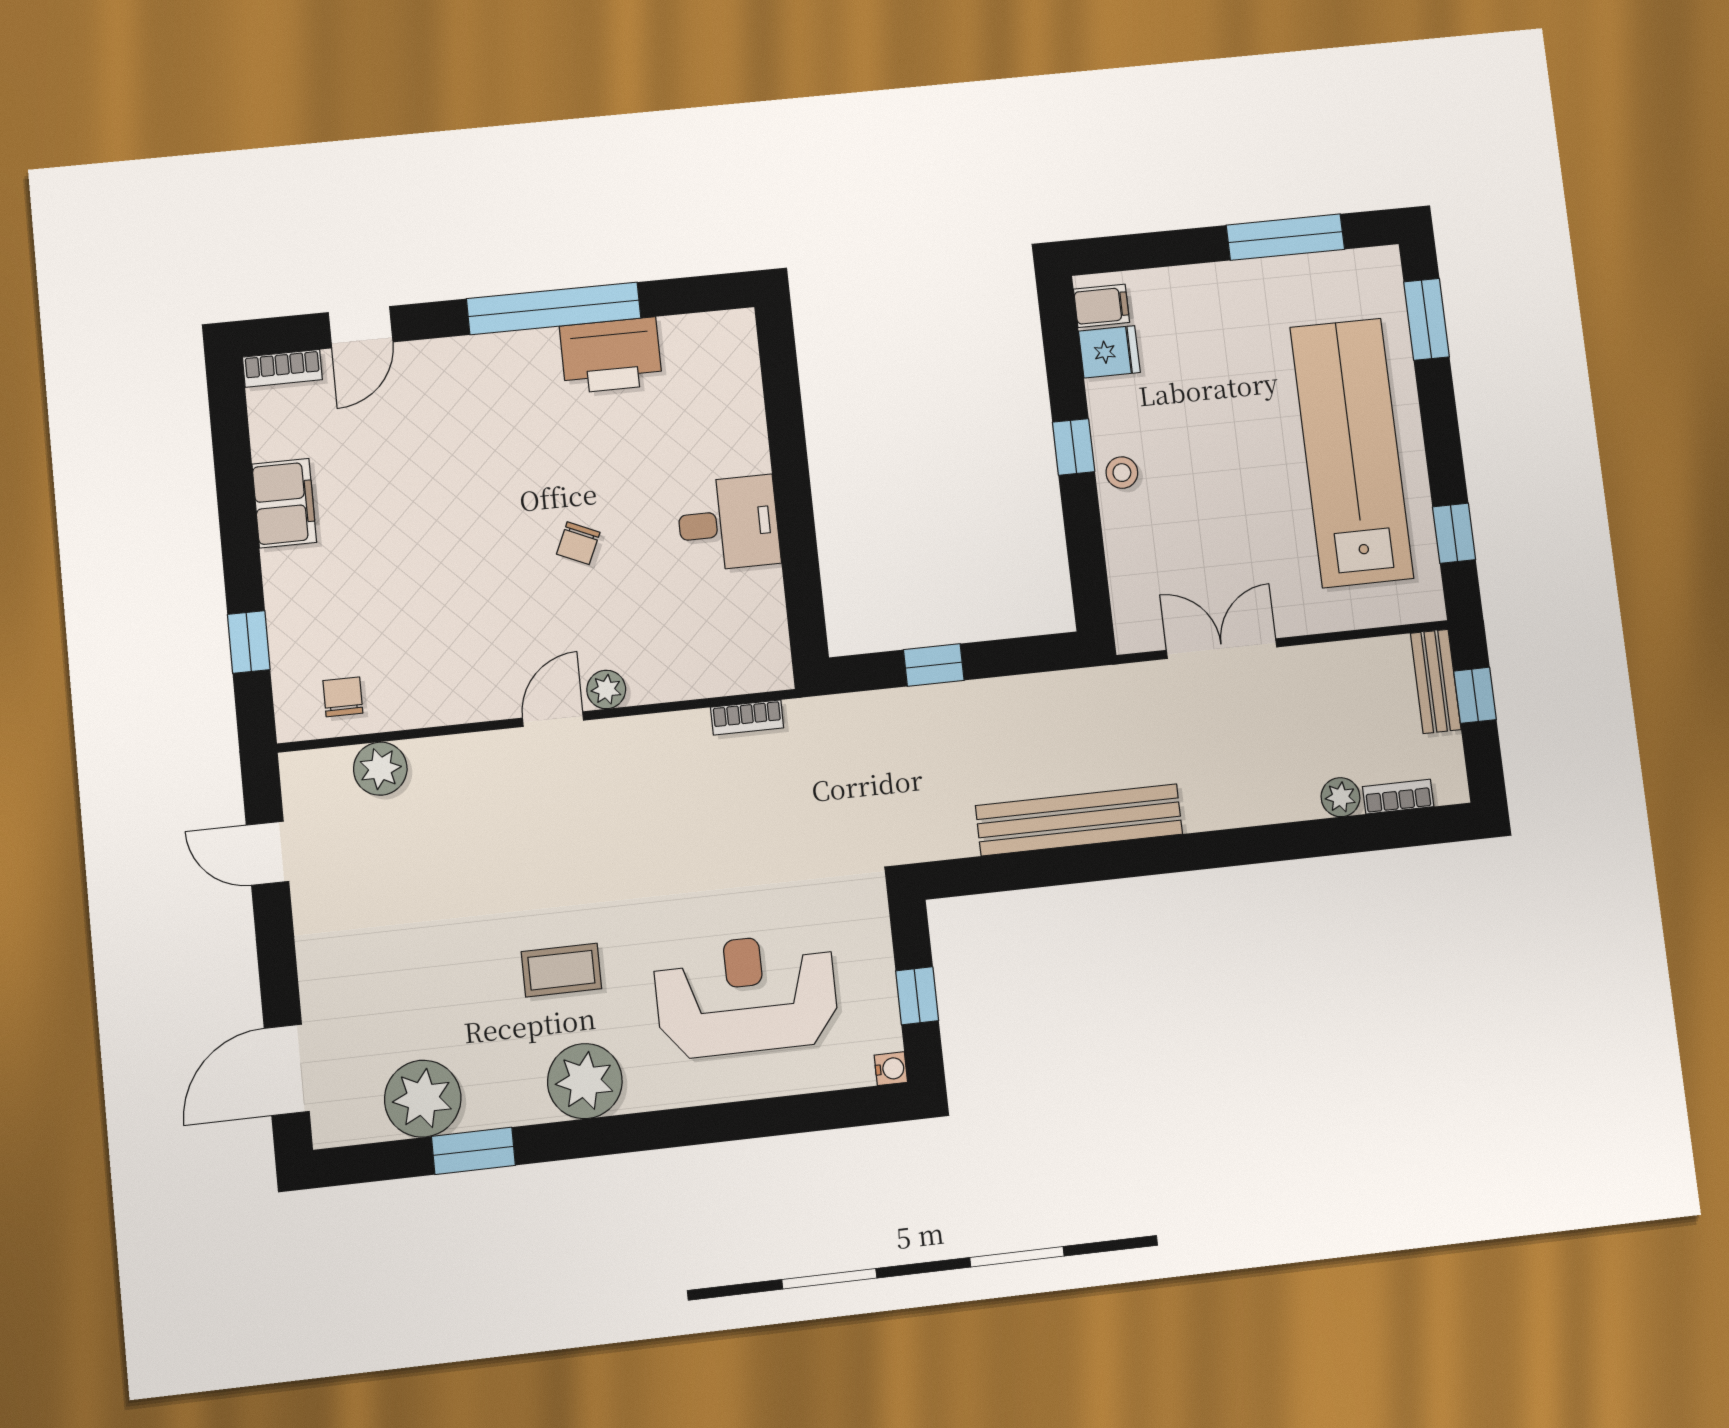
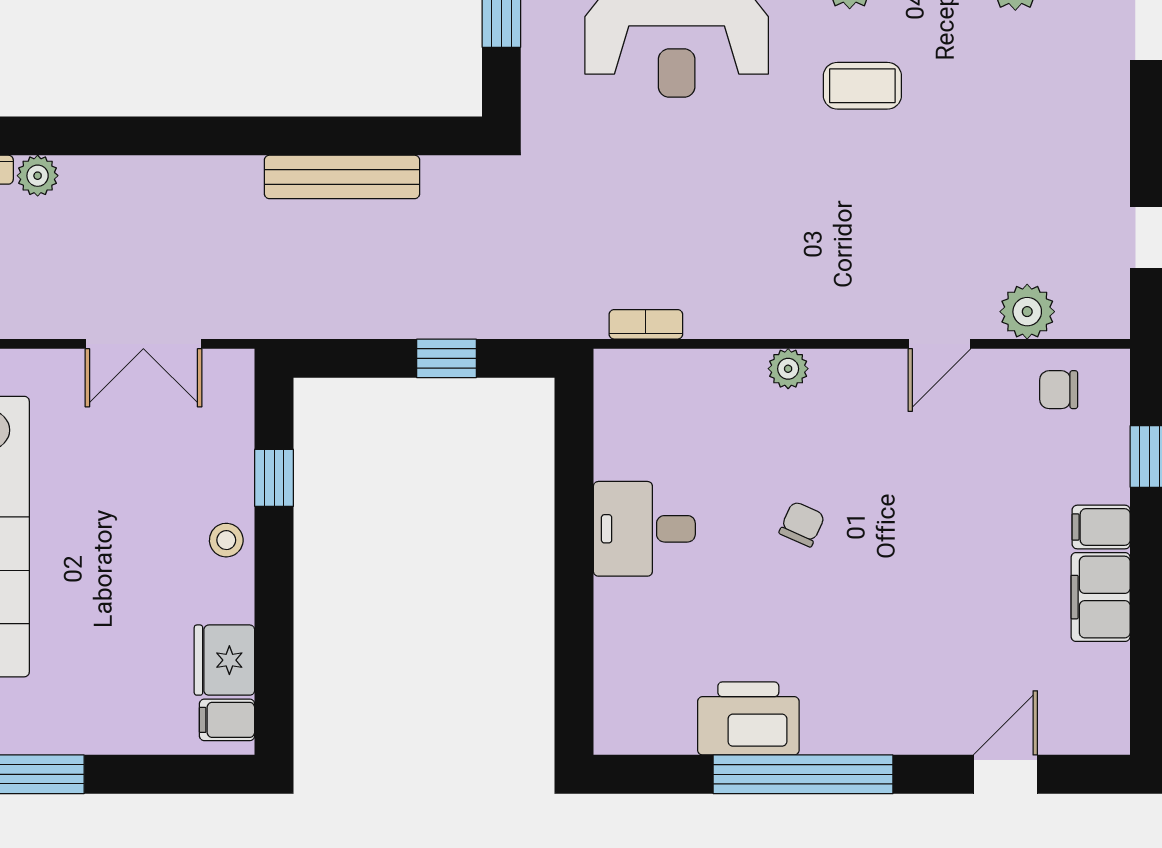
fridge: (1109, 352) -> (224, 660), width x1.38
bookcase: (282, 368) -> (1090, 739), removed
window: (1074, 447) -> (274, 478), moved
filing cabinet: (290, 570) -> (1101, 527), added
chair: (343, 697) -> (1059, 390), turned 90
door: (553, 719) -> (939, 344), moved
bench: (1079, 820) -> (342, 177), width x0.73, depth x0.82

